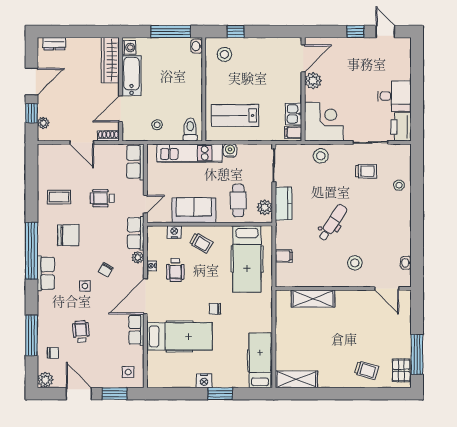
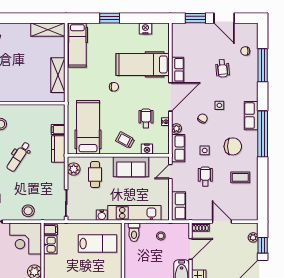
wheelchair: (102, 198) -> (205, 176), turned -90
kitchen counter: (284, 204) -> (58, 149), moved
chair: (68, 235) -> (233, 146), turned 180
shelving: (313, 299) -> (58, 75), moved, turned 90
side table: (128, 372) -> (205, 150), moved
plant: (45, 380) -> (251, 29), removed
nightstand: (204, 381) -> (145, 28), moved

